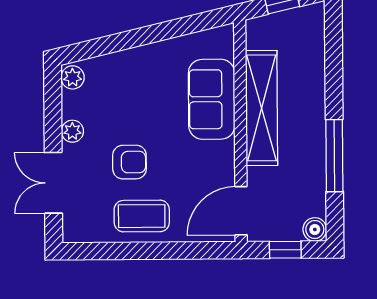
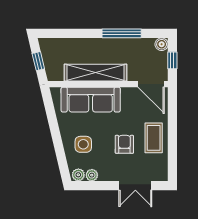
side table: (129, 86) -> (83, 144), added
sofa: (212, 99) -> (91, 100), width x1.36
plant: (72, 131) -> (92, 175), moved

